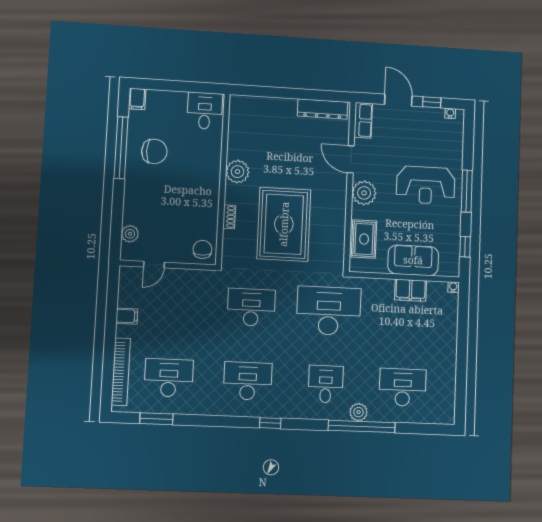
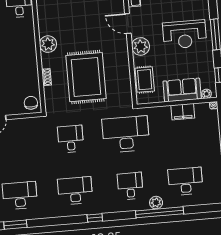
plant: (446, 270) -> (207, 94), added
desk: (251, 307) -> (71, 139), width x0.73

